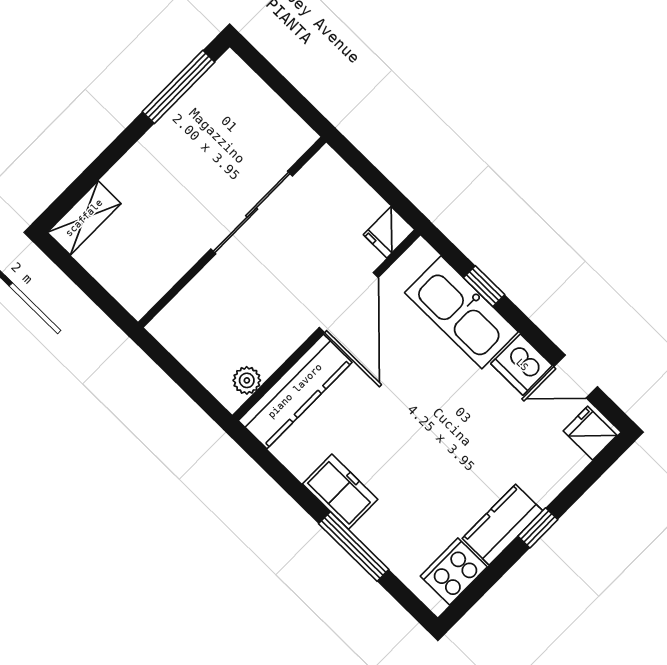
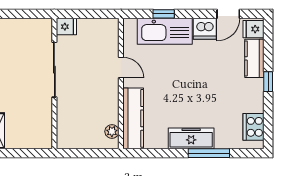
fridge: (389, 232) -> (66, 27), moved, turned -90
door: (349, 302) -> (121, 68), width x0.53
freezer: (340, 492) -> (191, 138), width x1.40
kitchen counter: (502, 525) -> (254, 58), moved

